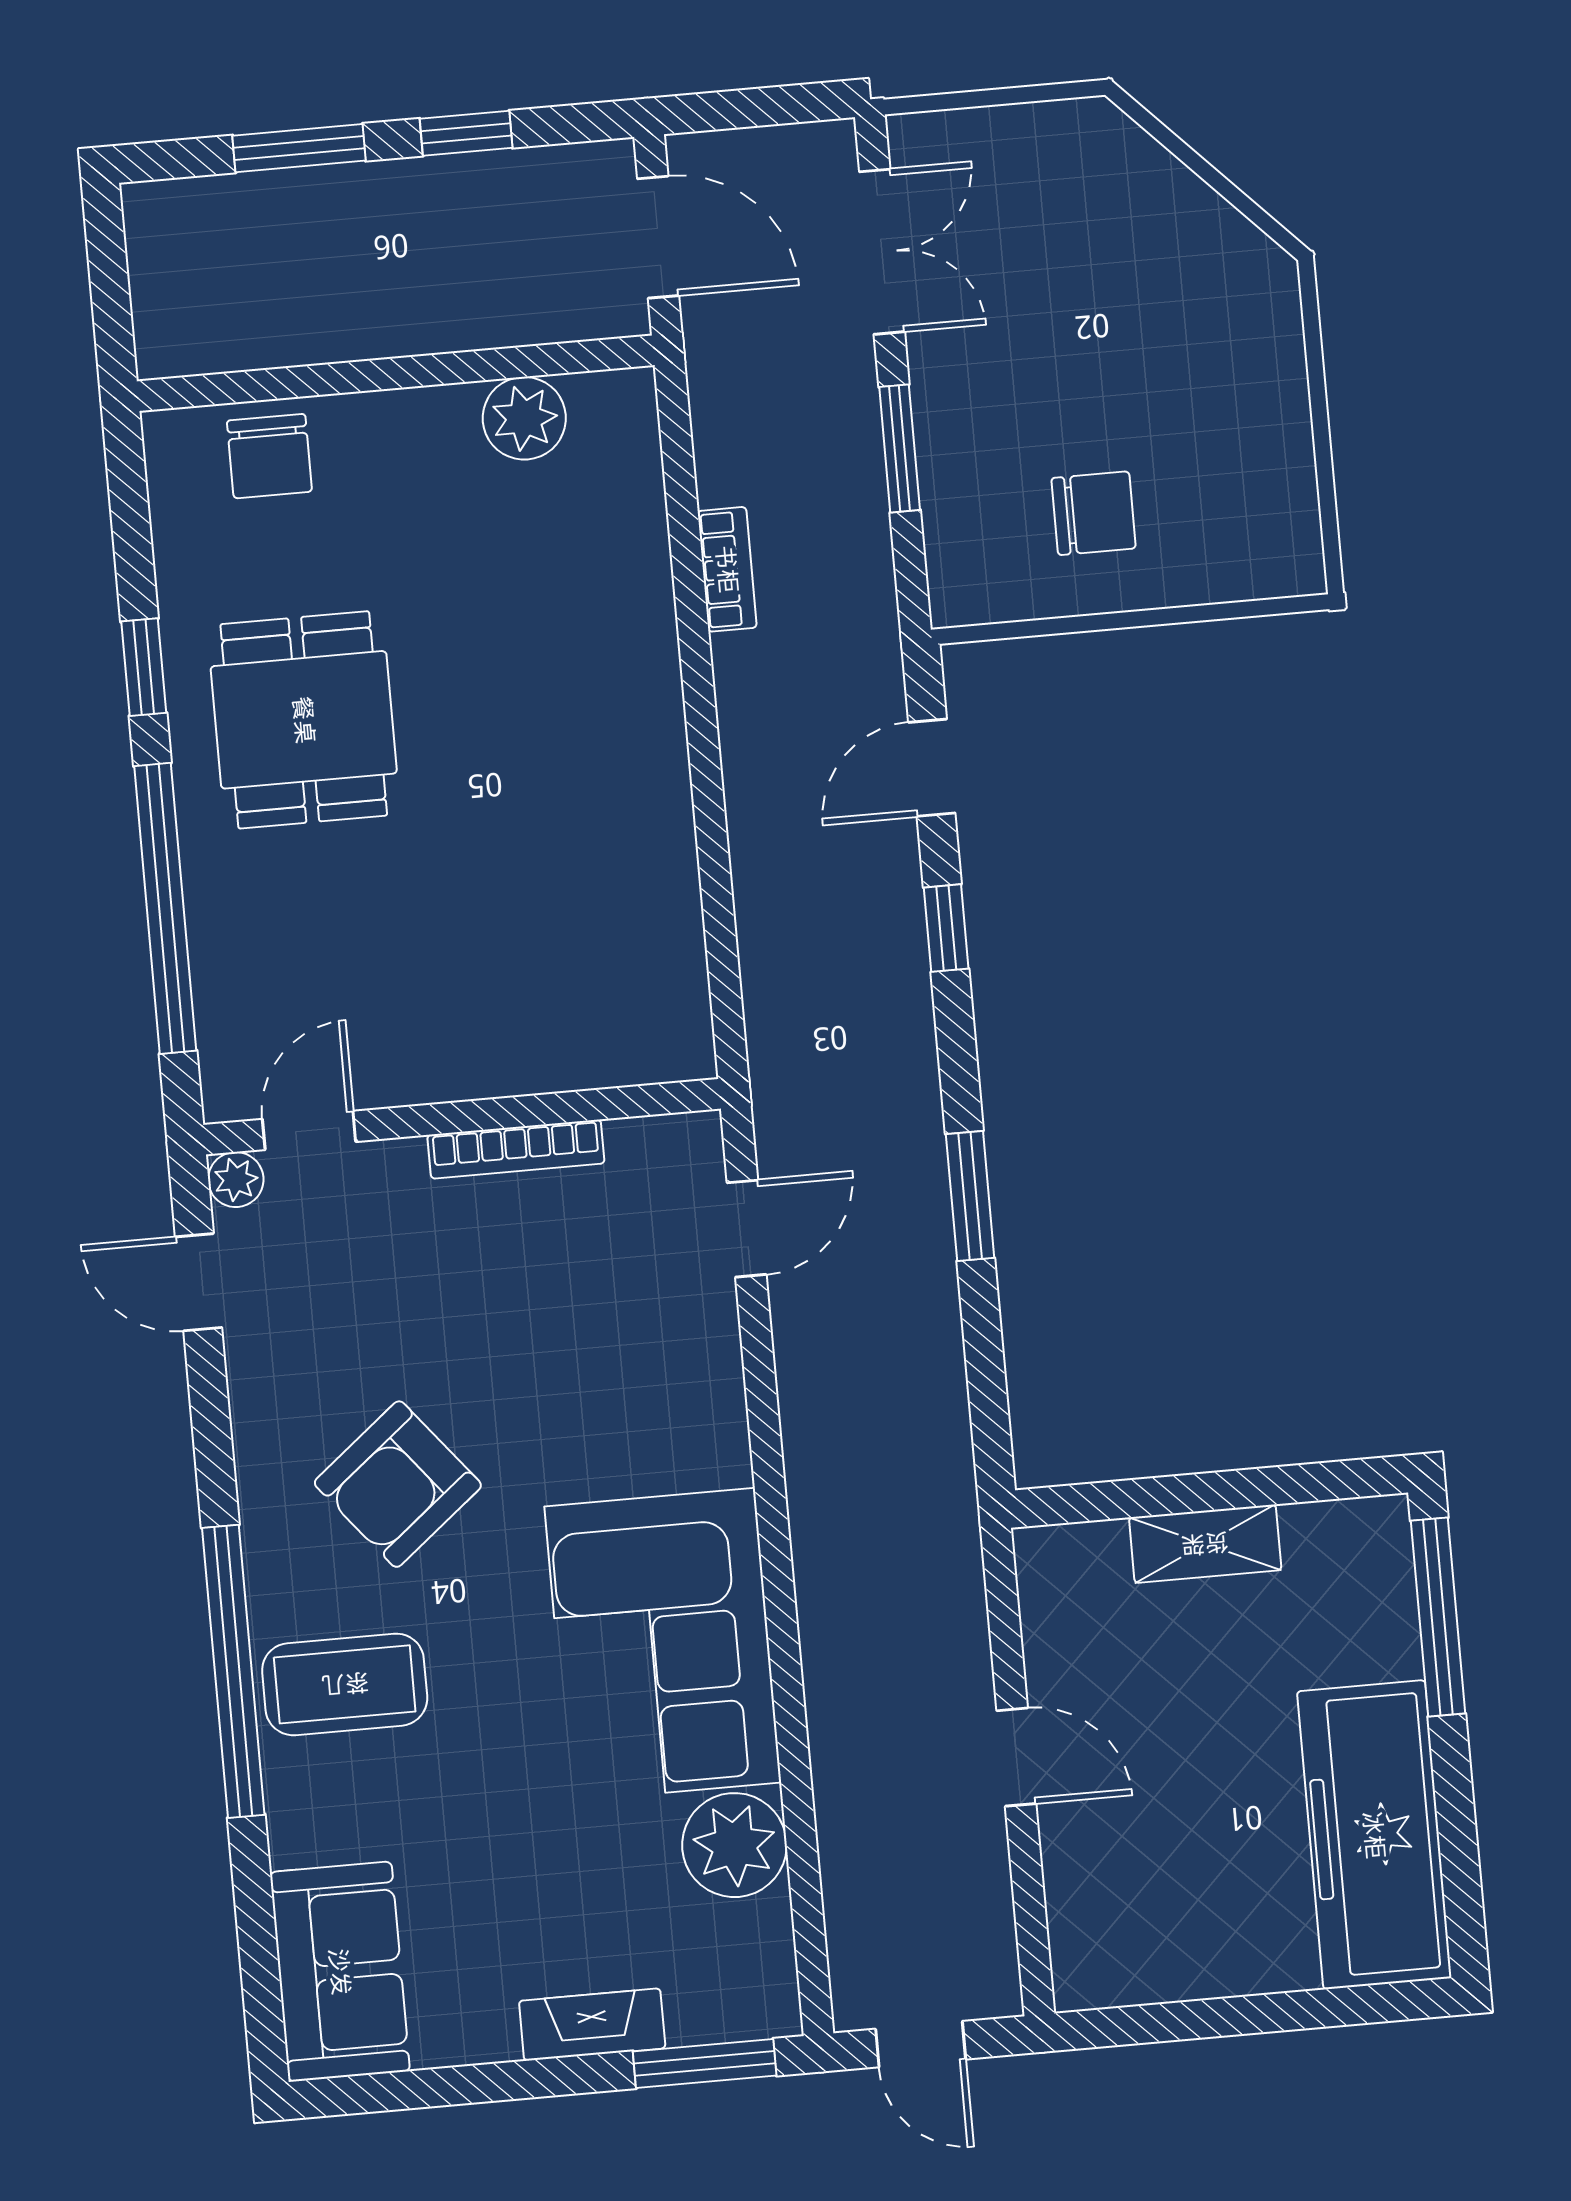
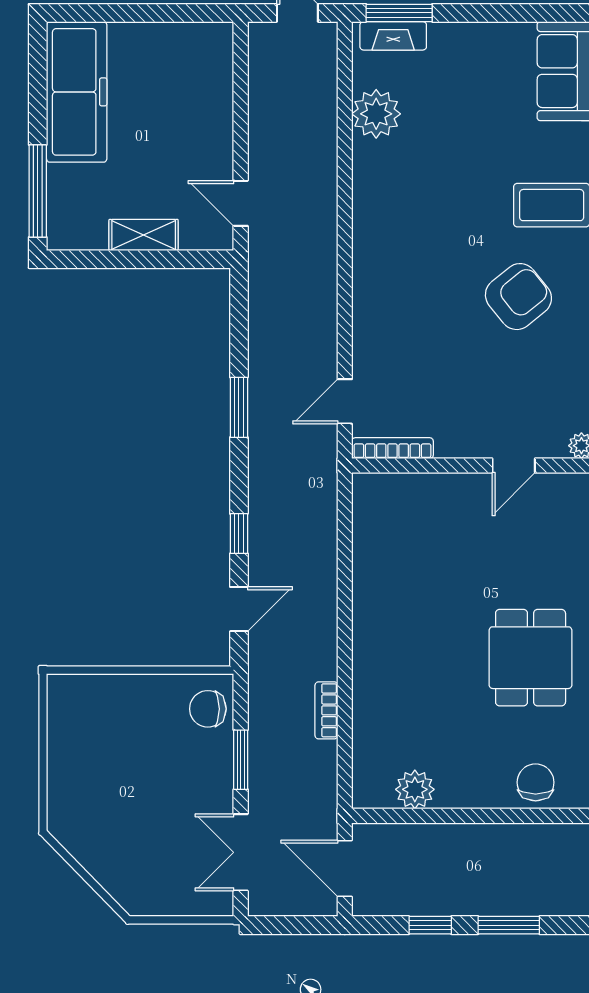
chair: (1094, 513) -> (208, 709), moved
door: (309, 1130) -> (514, 466), moved
bookcase: (516, 1149) -> (392, 448), moved
corner sofa: (663, 1644) -> (401, 211), removed
door: (1016, 1757) -> (241, 203), moved
fireplace: (592, 2025) -> (393, 36), moved

